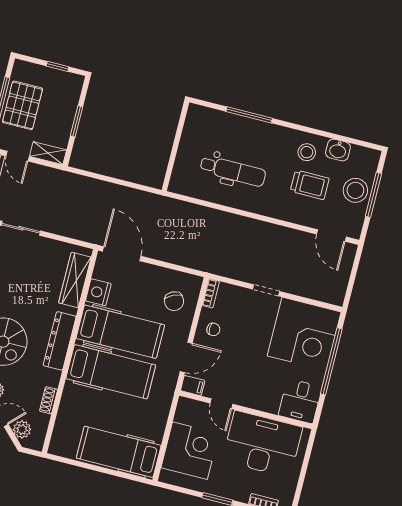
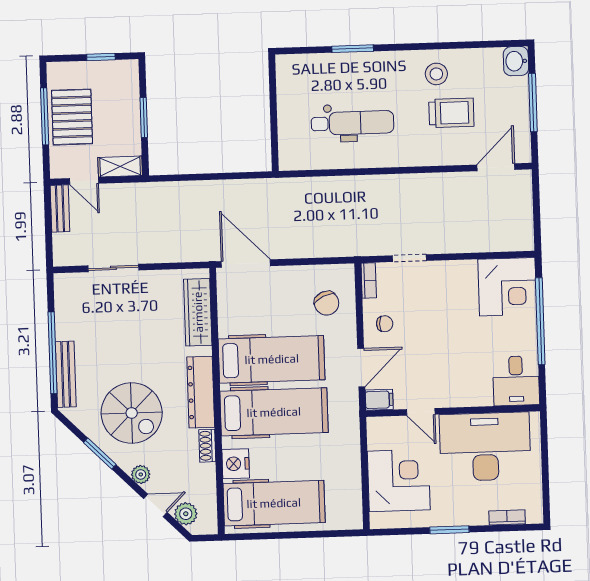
window: (249, 115) -> (353, 49), width x0.69
washbasin: (338, 150) -> (516, 61), moved, turned 90
stool: (355, 190) -> (509, 103), removed
door: (331, 236) -> (496, 167), swing flipped
doorway: (266, 290) -> (409, 258), moved
nightstand: (98, 292) -> (236, 464), moved
corner desk: (304, 334) -> (507, 287), width x0.74, depth x0.74
shoe rack: (49, 400) -> (207, 446), moved
hospital bed: (119, 452) -> (274, 503), moved, turned 180

